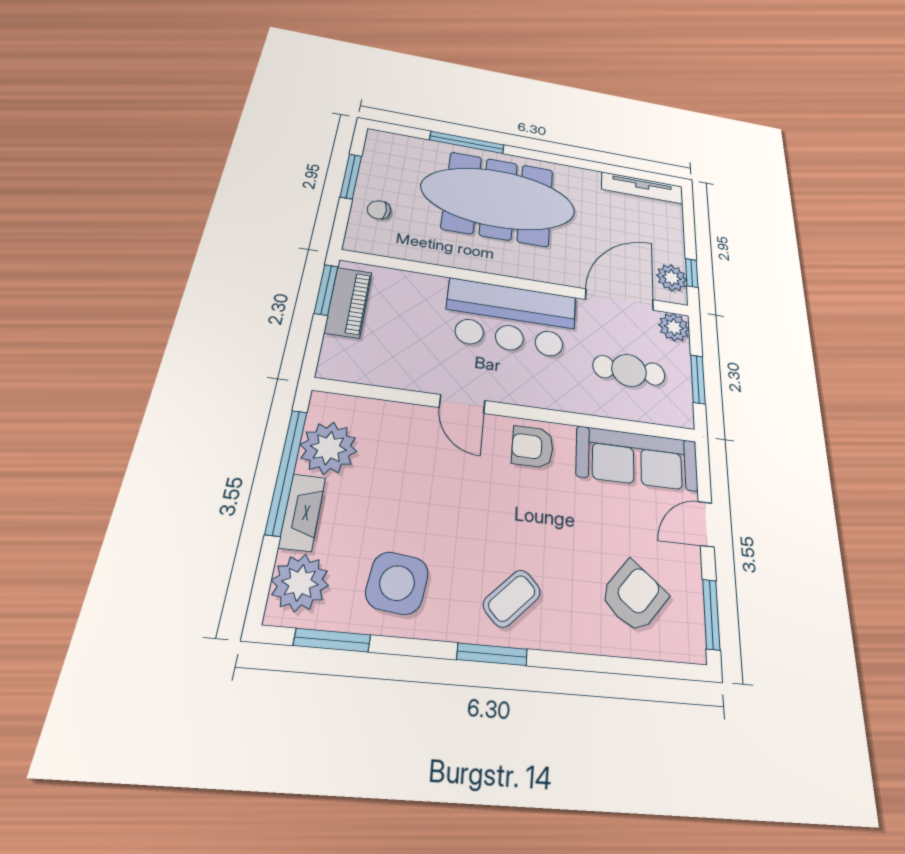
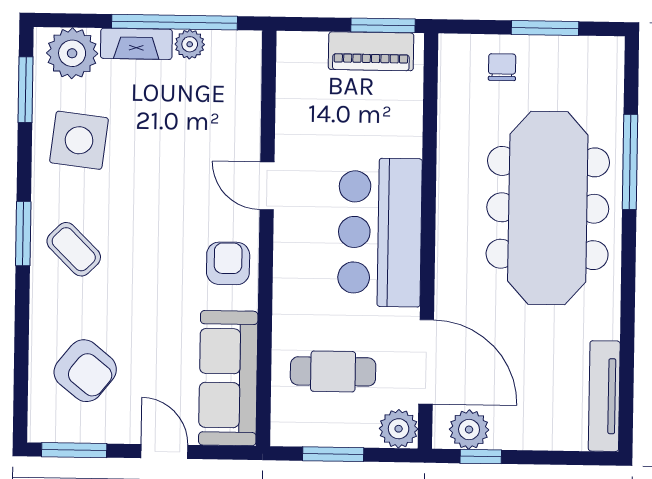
cafe table: (629, 370) -> (333, 371), turned 90
door: (462, 404) -> (267, 186), hinge flipped
plant: (329, 448) -> (190, 44), width x0.53, depth x0.53

